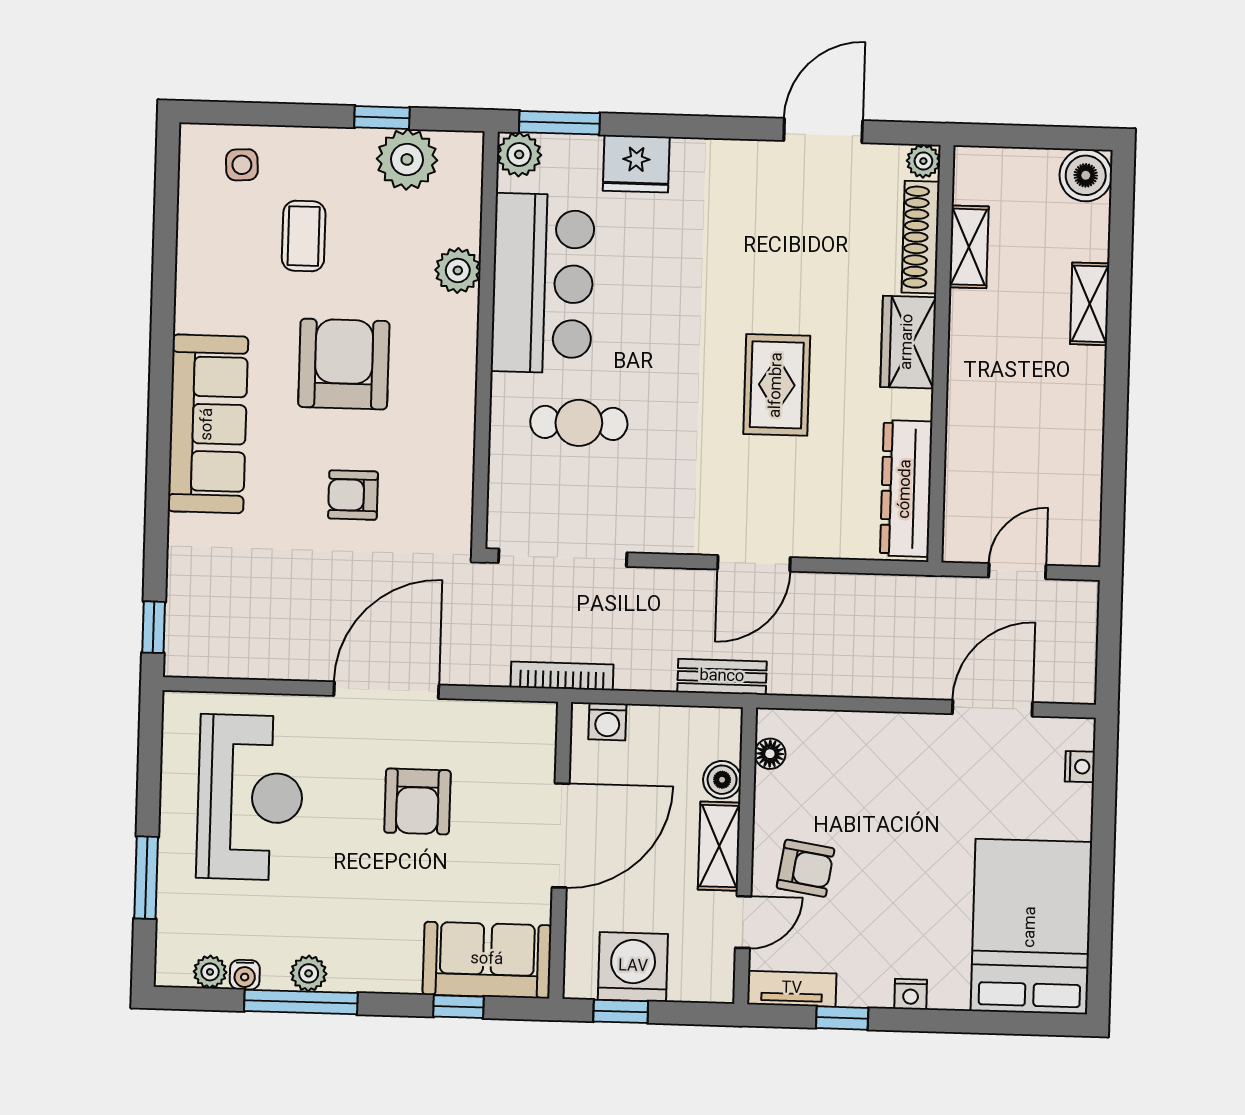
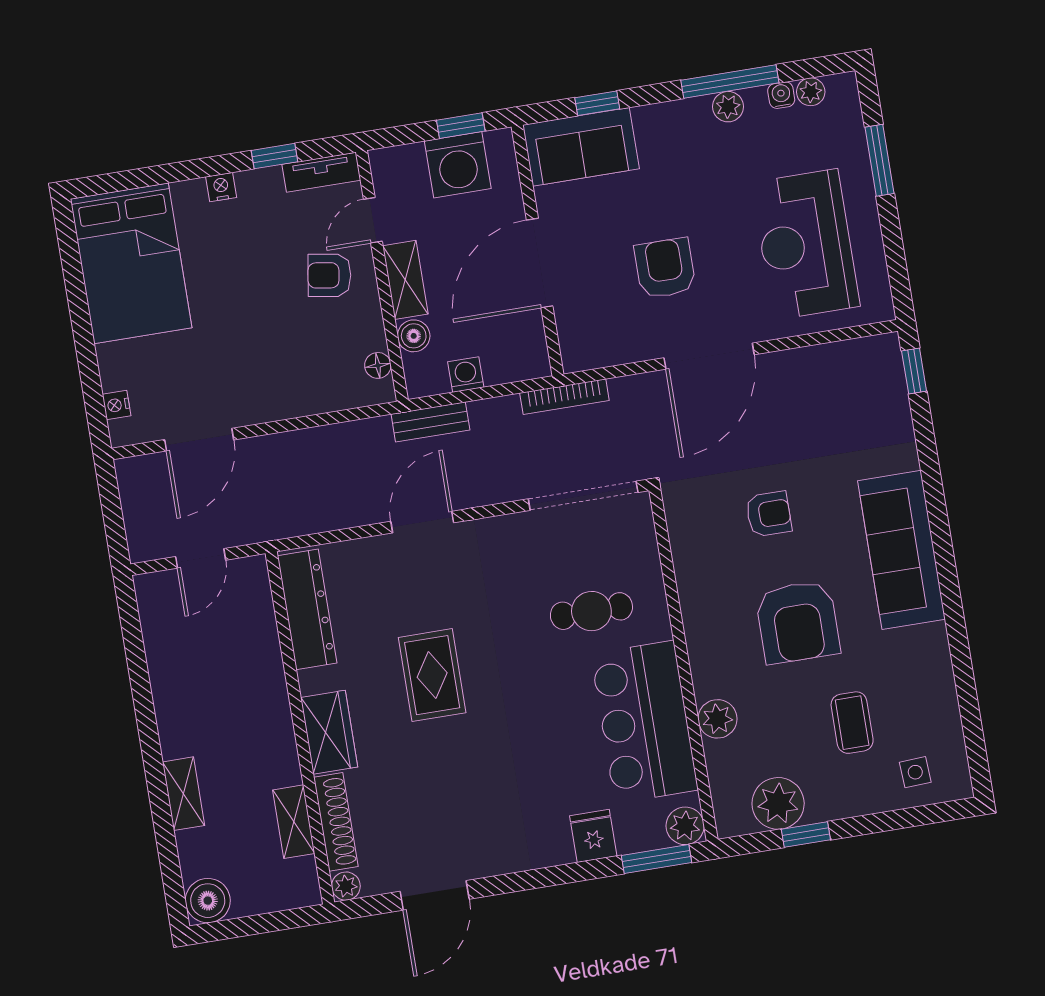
fridge: (636, 164) -> (593, 836), width x0.72
washing machine: (607, 722) -> (466, 375), moved

